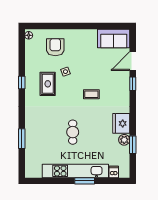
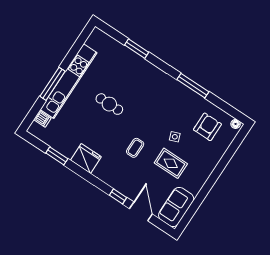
armchair: (55, 47) -> (207, 127), moved, turned -90
window: (22, 82) -> (193, 86), width x2.17
rug: (48, 84) -> (171, 163), moved
plant: (124, 140) -> (68, 151), removed
window: (85, 181) -> (52, 84), width x1.44

